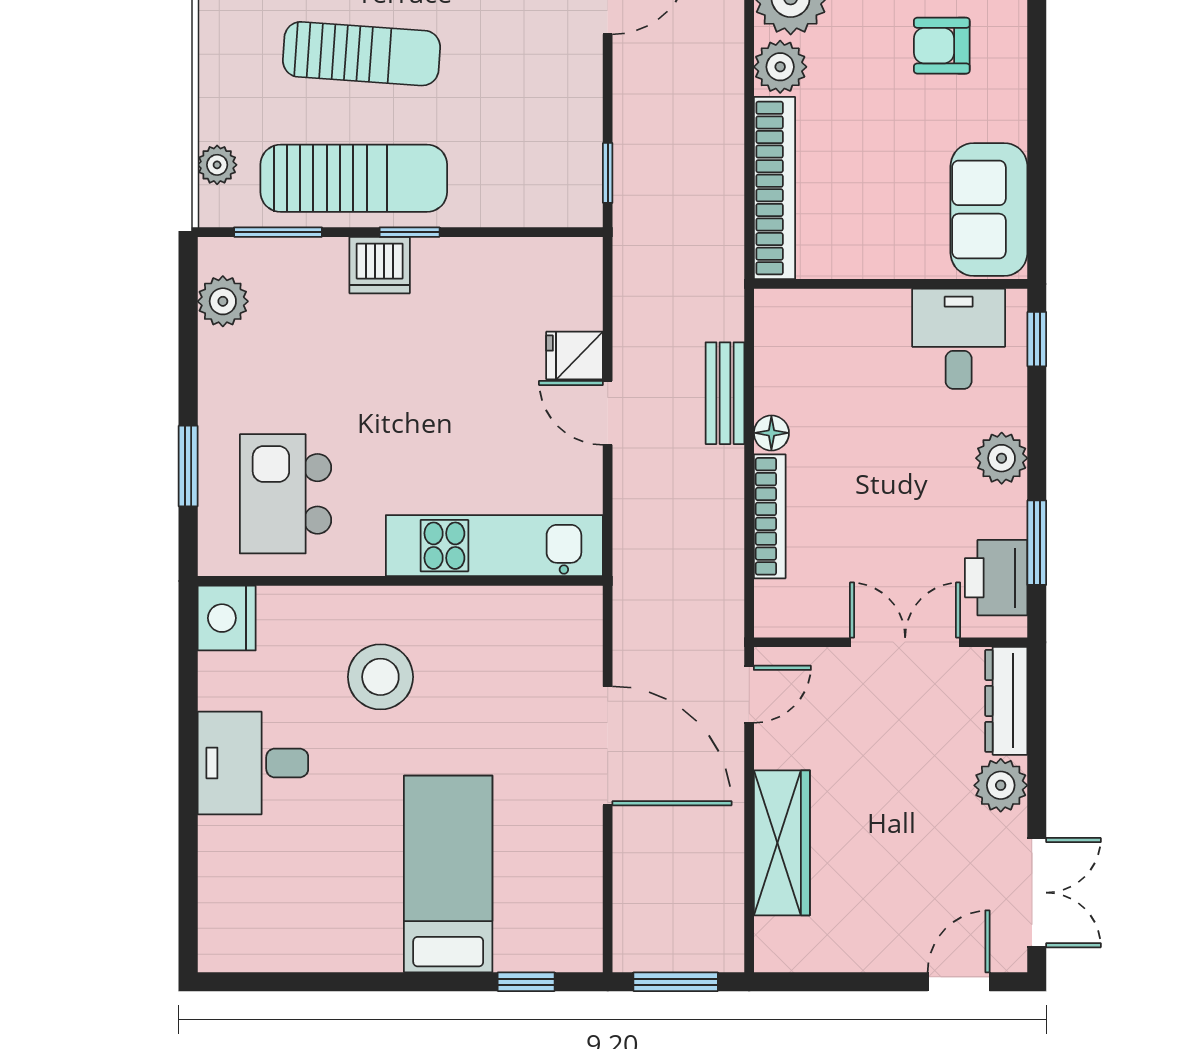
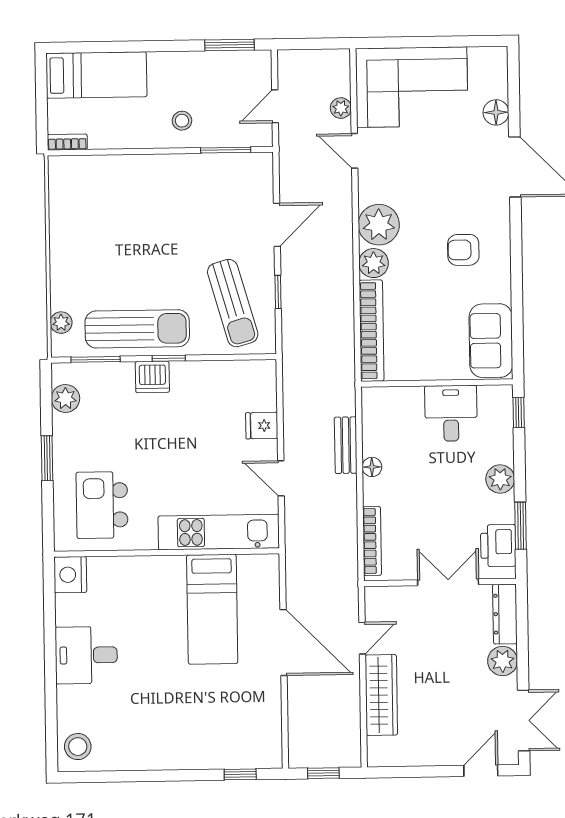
sun lounger: (361, 54) -> (233, 303), moved, turned 70
window: (608, 173) -> (278, 292), moved
desk: (959, 339) -> (451, 413), moved
door: (608, 413) -> (281, 478), moved
window: (188, 466) -> (47, 458), moved
bookcase: (770, 516) -> (372, 541), moved
stool: (380, 677) -> (78, 747), moved, width x0.73, depth x0.73
door: (749, 694) -> (362, 638), moved
bed: (448, 874) -> (212, 609), moved, turned 180
window: (676, 982) -> (323, 773), width x0.67

